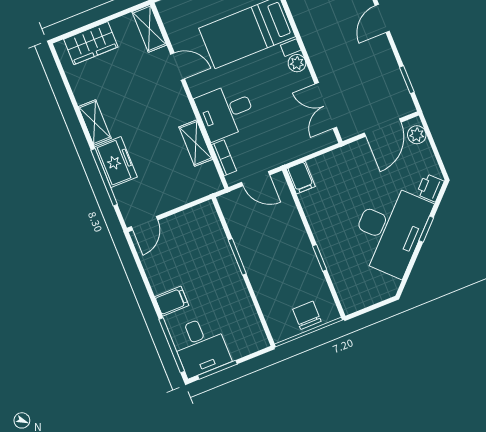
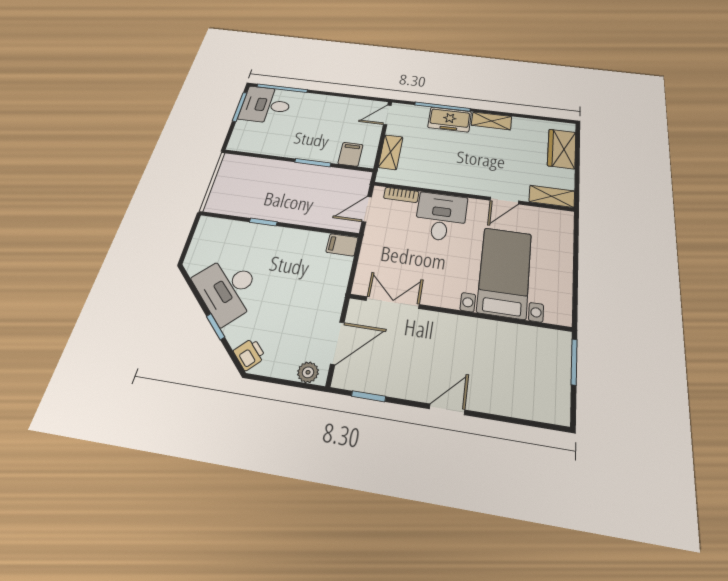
door: (382, 18) -> (447, 409), hinge flipped
plant: (297, 63) -> (449, 300), removed
door: (383, 128) -> (337, 343), swing flipped
shelving: (196, 143) -> (391, 152), moved, turned 90
door: (144, 223) -> (387, 115), hinge flipped
desk: (390, 230) -> (228, 289), width x0.73, depth x0.77
filing cabinet: (172, 301) -> (350, 154), moved, turned 180
chair: (307, 315) -> (226, 187), removed

